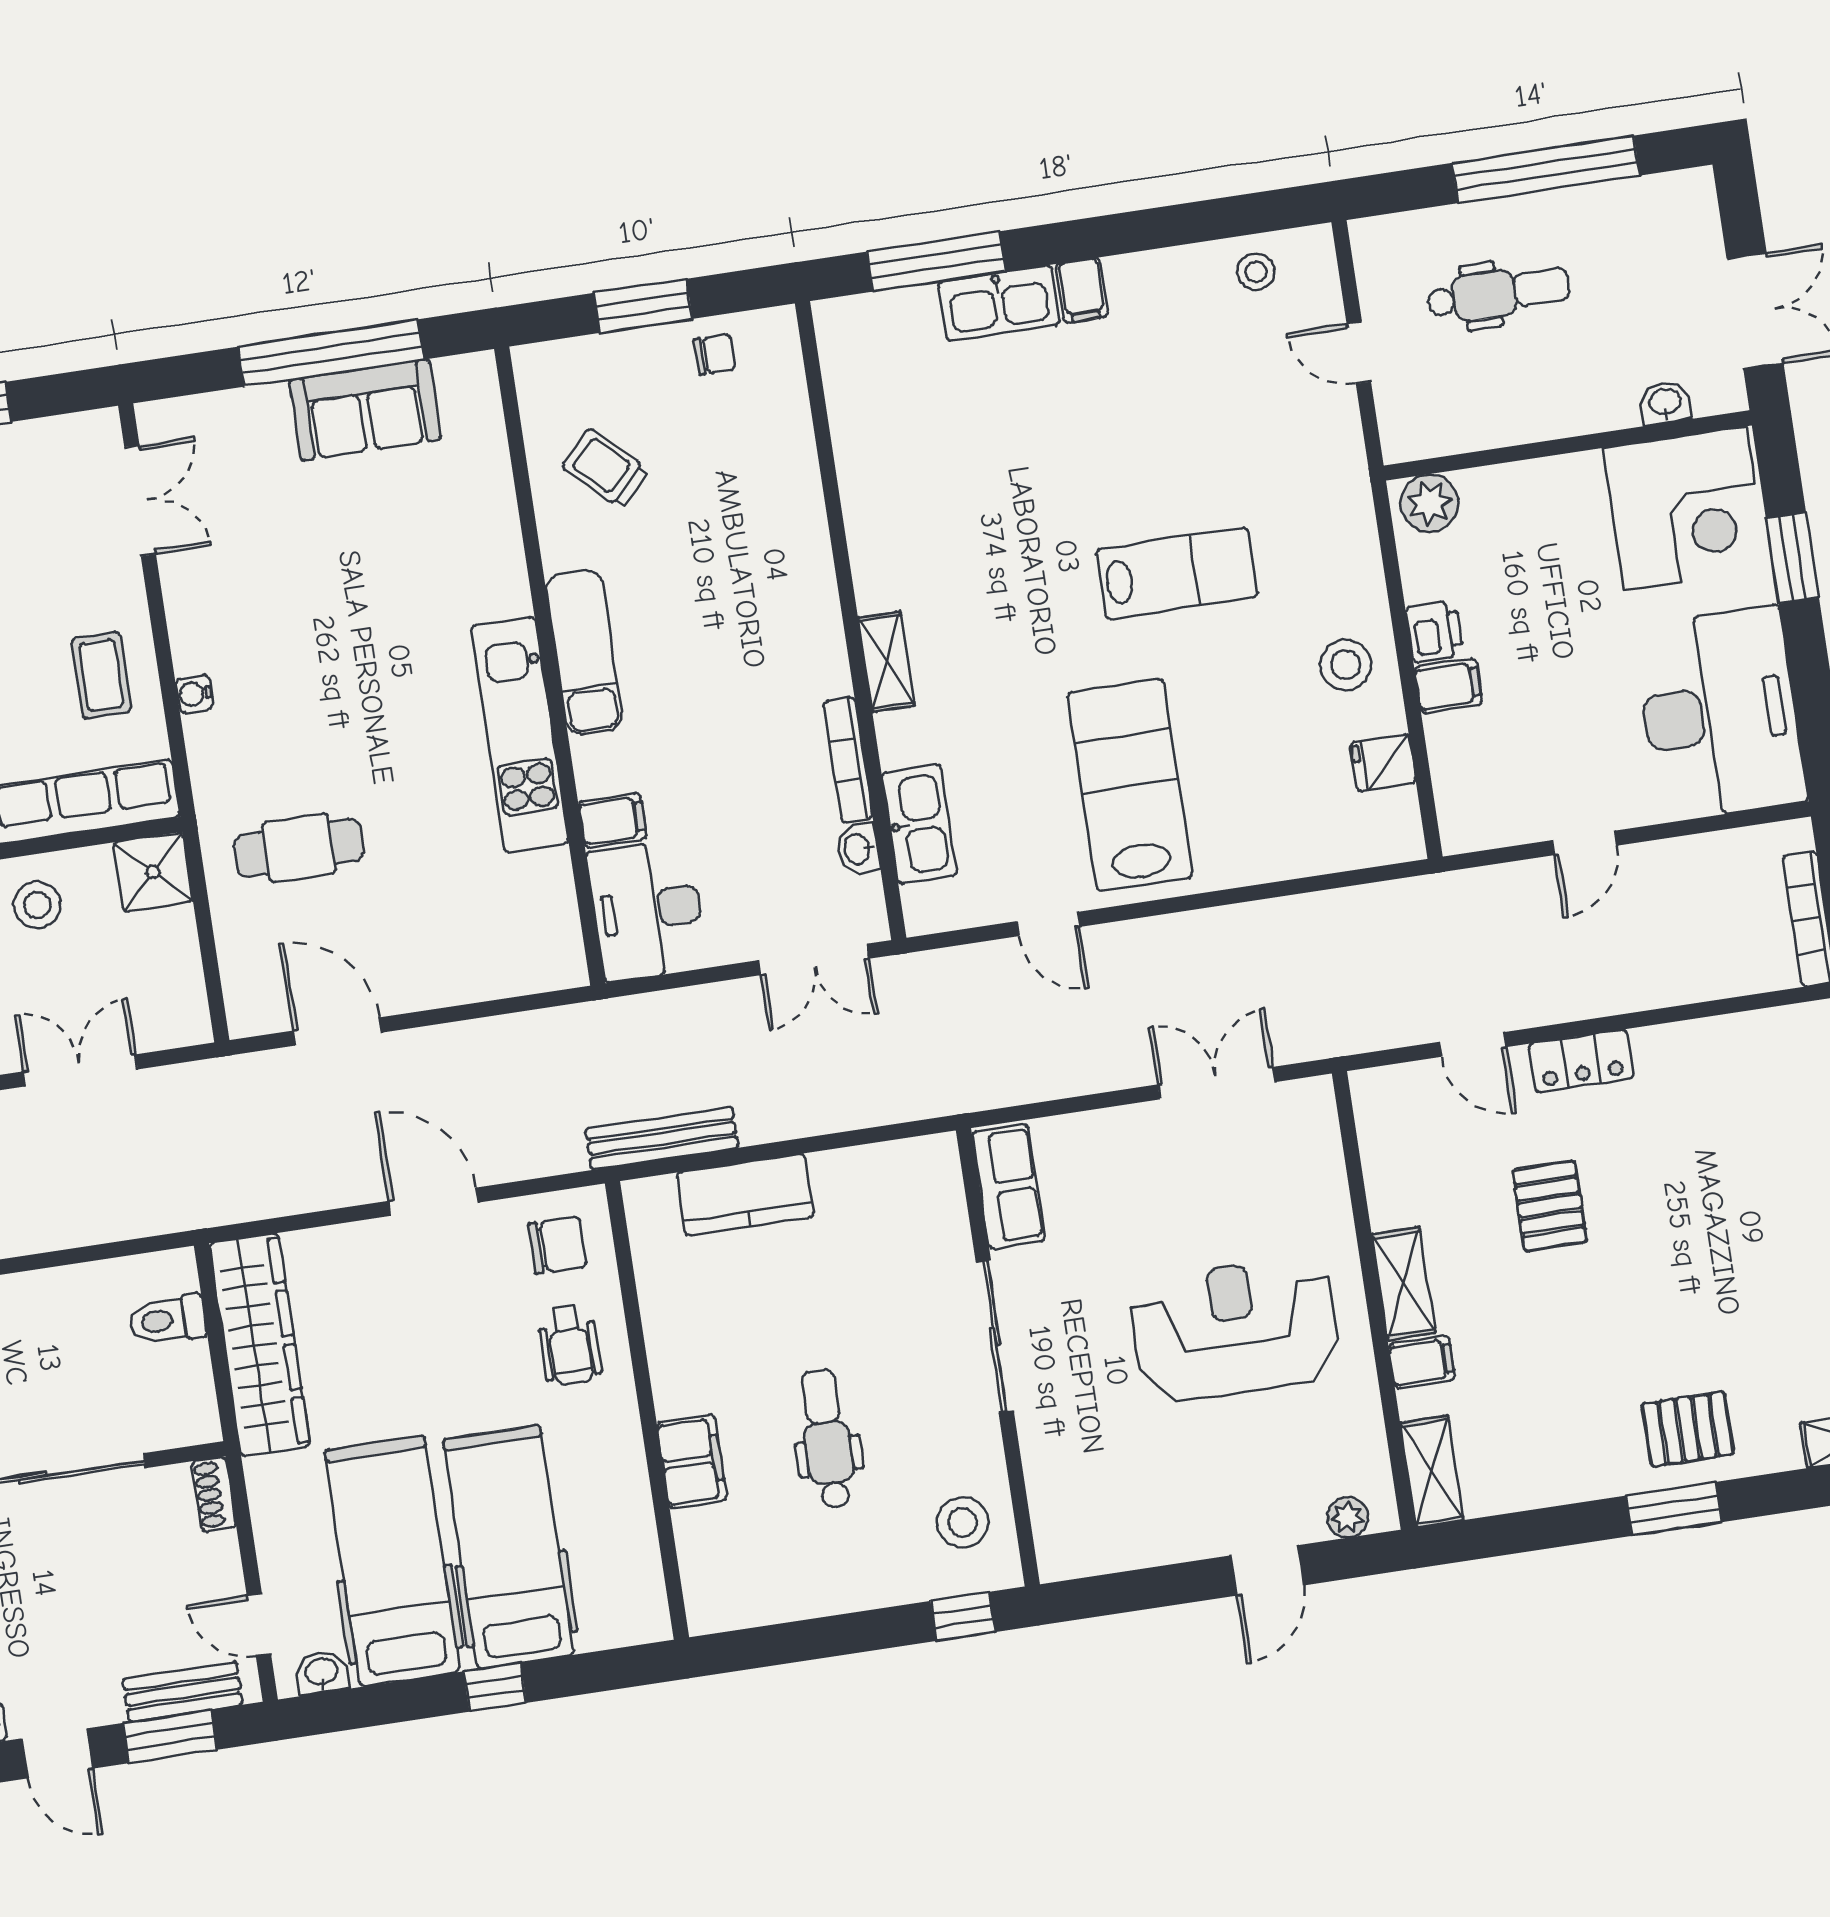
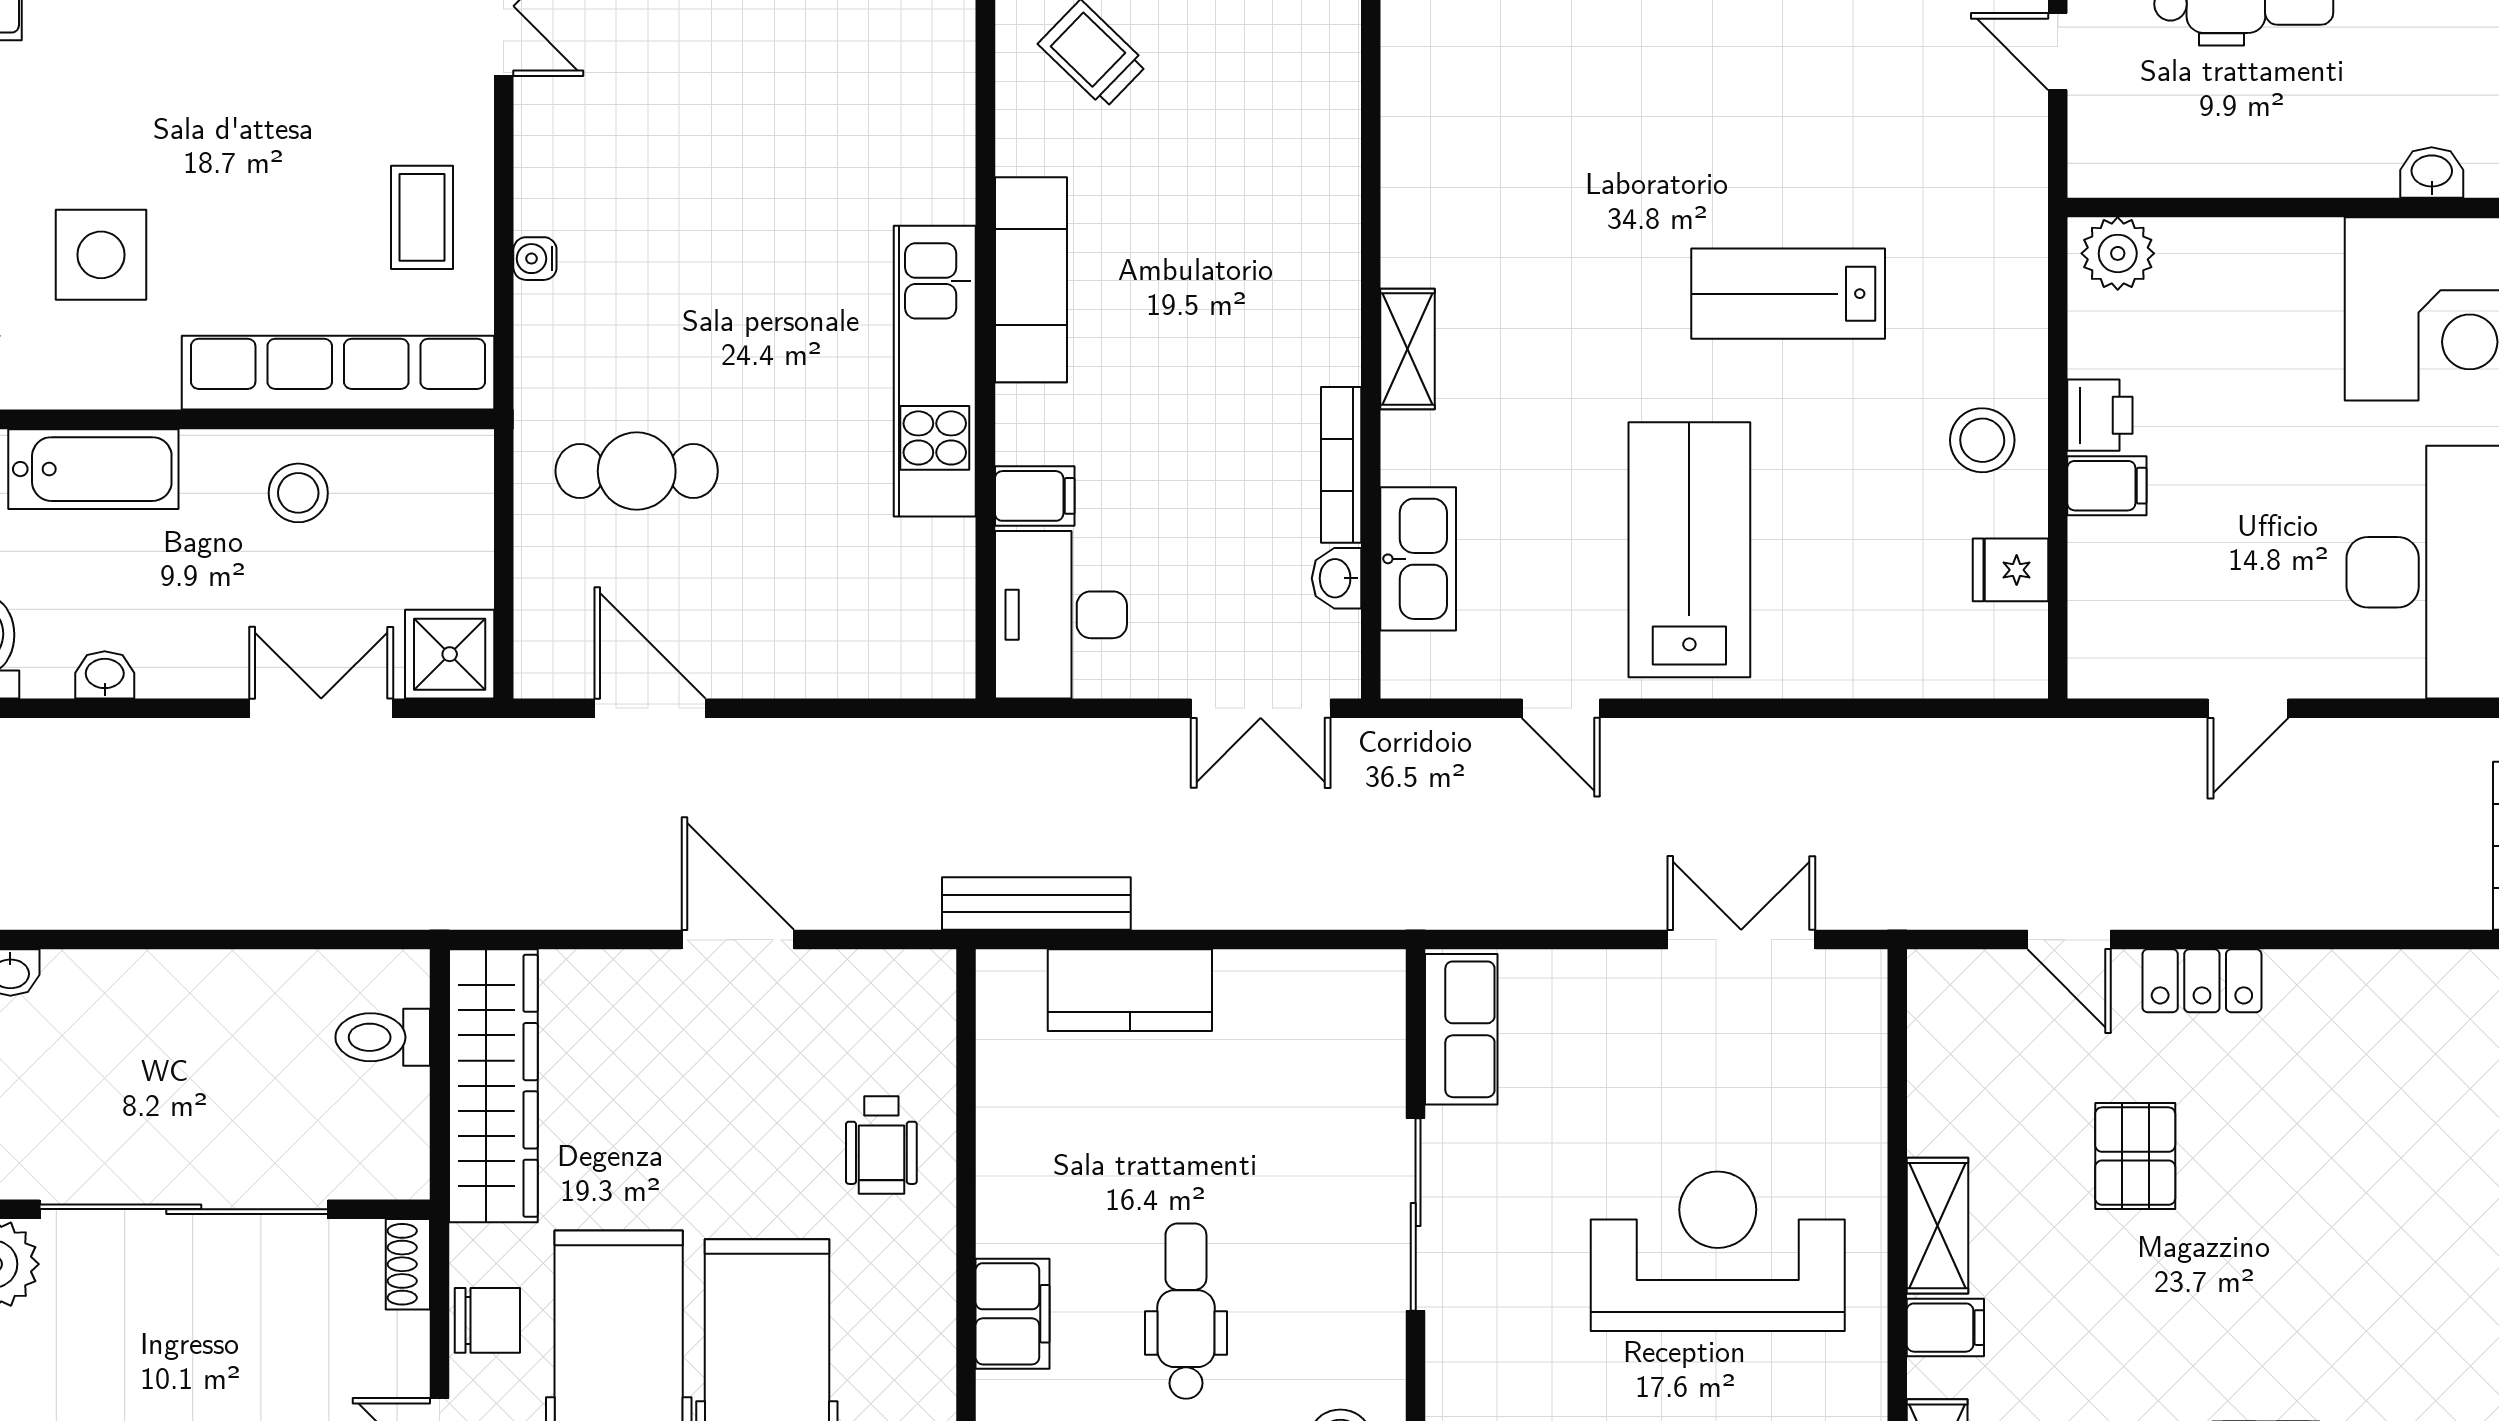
lab bench: (1177, 573) -> (1788, 294), turned 180
shower: (153, 872) -> (450, 654), moved
chair: (557, 1245) -> (487, 1320), moved

